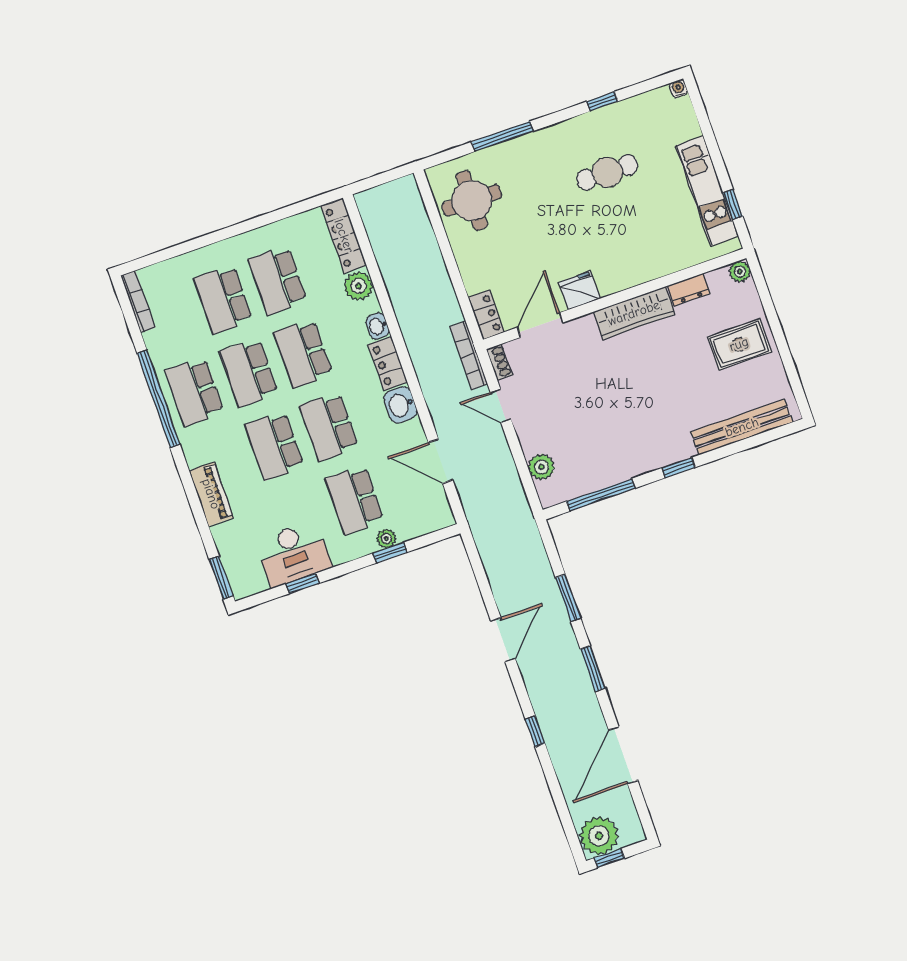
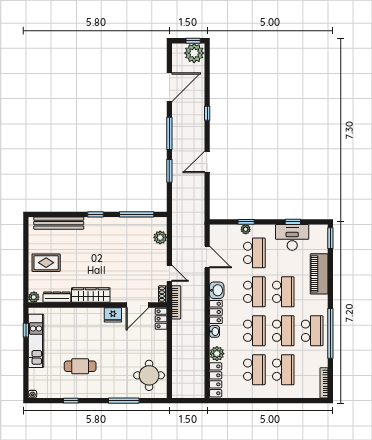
dresser: (689, 290) -> (57, 297), width x1.44
piano: (211, 494) -> (319, 274), width x1.37, depth x1.33
window: (593, 669) -> (169, 133), width x1.44

